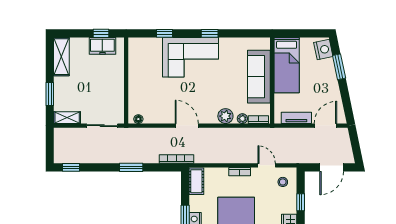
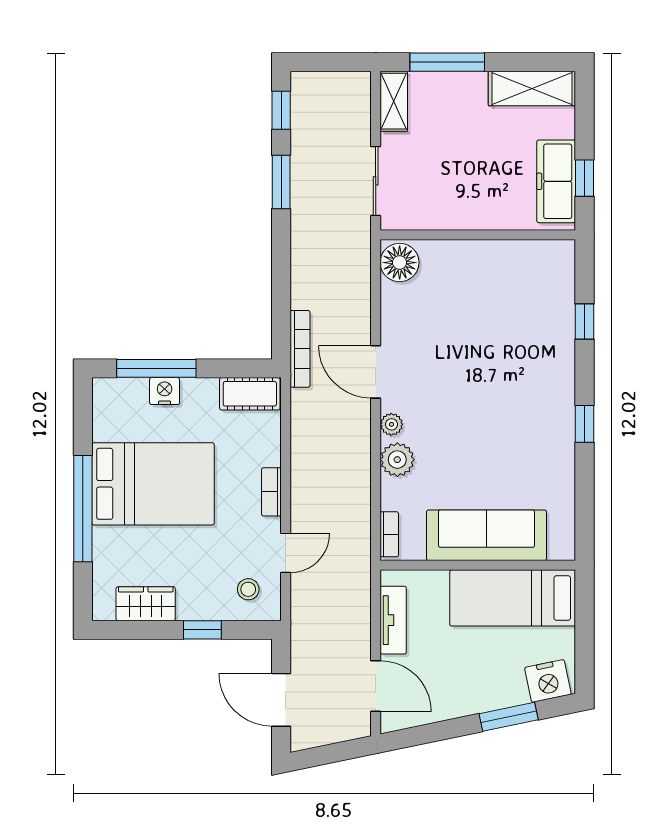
freezer: (102, 46) -> (556, 181), width x1.40
corner sofa: (191, 57) -> (531, 381), removed
window: (50, 94) -> (447, 62), width x1.44
floor lamp: (138, 119) -> (400, 263), width x1.89, depth x1.89
plant: (242, 119) -> (391, 424), moved
door: (187, 126) -> (376, 372), swing flipped
window: (131, 167) -> (281, 182), moved

